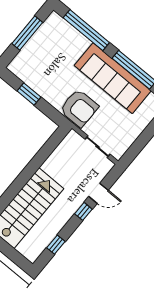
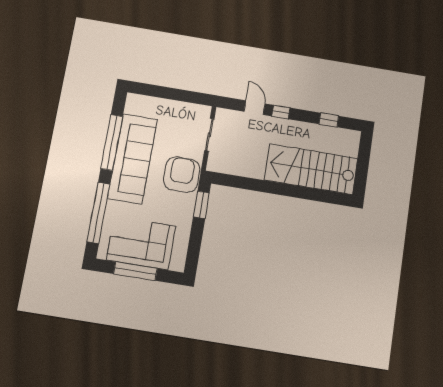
corner sofa: (45, 49) -> (141, 243), added
window: (29, 94) -> (201, 205), moved

